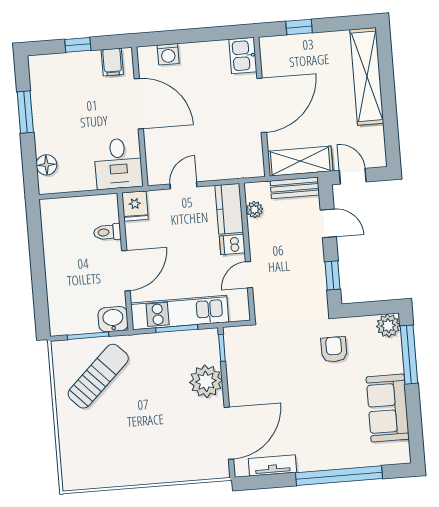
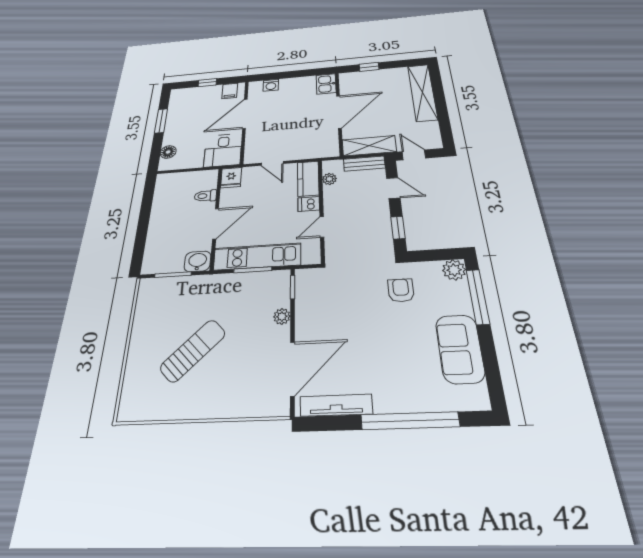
door: (139, 104) -> (245, 114), swing flipped
door: (184, 185) -> (272, 163), swing flipped
sun lounger: (98, 376) -> (193, 351), moved
plant: (206, 381) -> (282, 316), width x0.53, depth x0.53
tv unit: (272, 465) -> (336, 405), width x1.41

